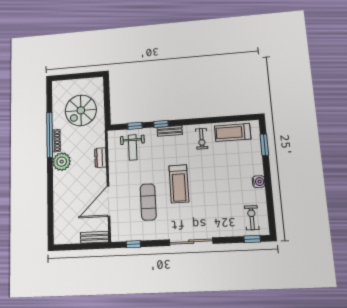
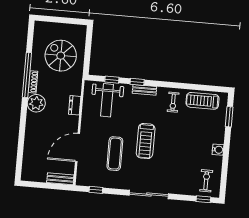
spiral stairs: (81, 110) -> (61, 56), turned 90
weight bench: (133, 147) -> (107, 100), width x1.36, depth x1.33

